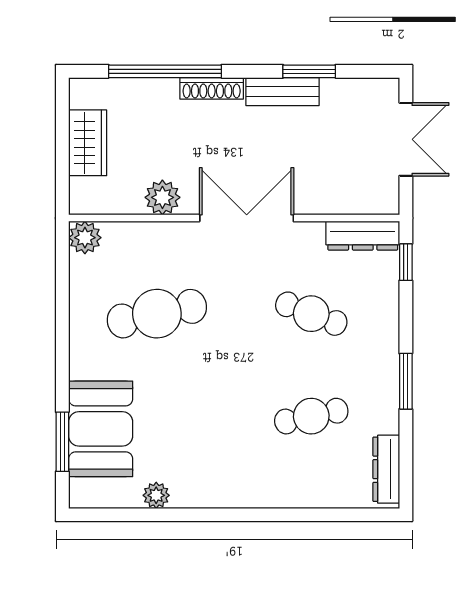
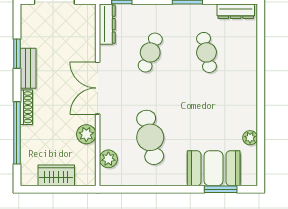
plant: (85, 238) -> (108, 159), moved

